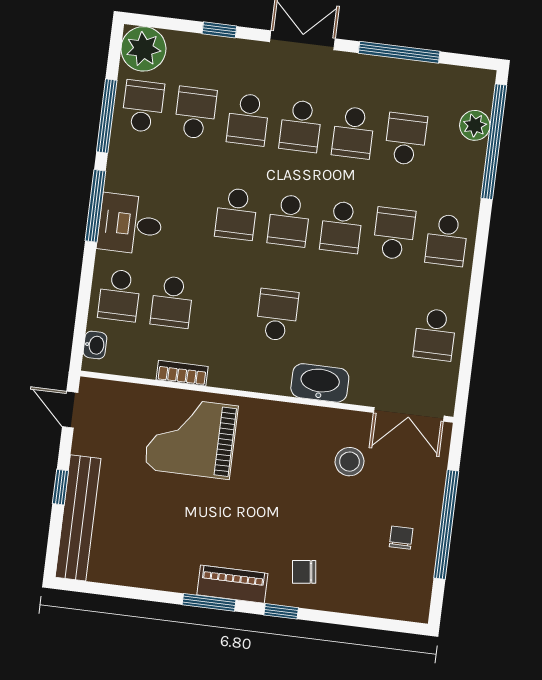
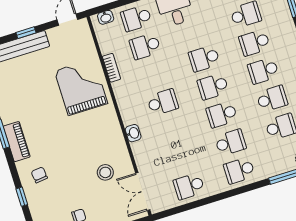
school desk: (353, 133) -> (272, 99), turned 180
washbasin: (320, 383) -> (133, 133), width x0.52, depth x0.69
window: (281, 611) -> (22, 197), moved

